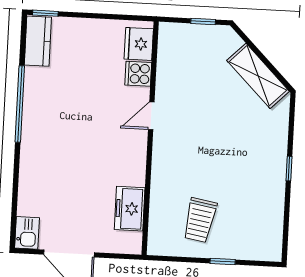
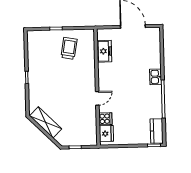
kitchen sink: (27, 233) -> (156, 77), moved

